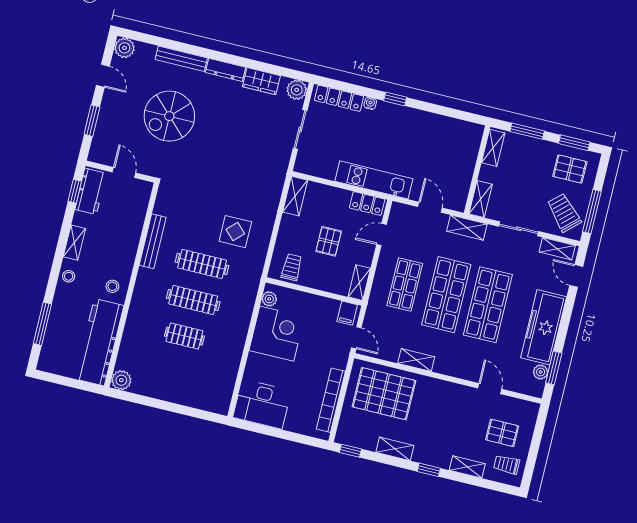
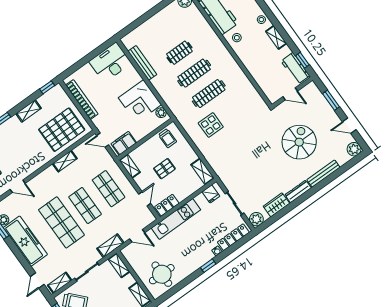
round table: (449, 143) -> (162, 274), added
fridge: (312, 165) -> (211, 194), added
bench: (153, 241) -> (142, 63), moved
pallet: (329, 241) -> (164, 169), turned 90
door: (576, 276) -> (37, 281), swing flipped
shop shelf: (446, 295) -> (85, 206), width x0.70, depth x0.74
filing cabinet: (347, 313) -> (124, 143), width x2.00

